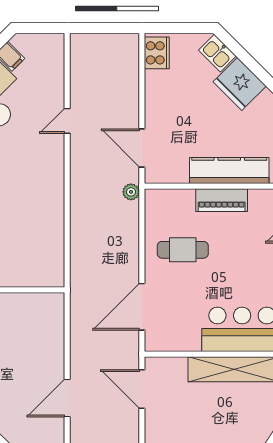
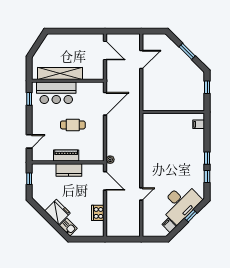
cooker: (157, 53) -> (98, 213), moved
kitchen counter: (229, 171) -> (69, 170), width x0.67
cafe table: (183, 250) -> (73, 125), moved
door: (142, 389) -> (105, 51), moved

